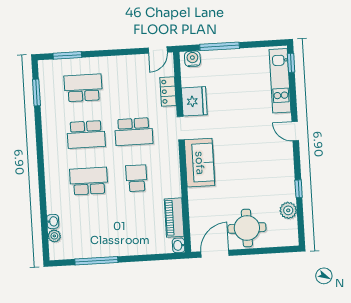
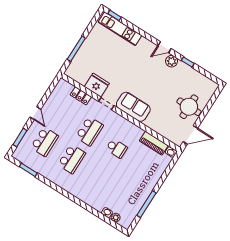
door: (158, 50) -> (35, 113), moved
water cooler: (192, 59) -> (72, 69), removed
school desk: (83, 88) -> (45, 142), turned 180
door: (295, 131) -> (164, 47), moved
school desk: (136, 178) -> (117, 148), turned 180
school desk: (89, 181) -> (99, 176), removed
plant: (288, 210) -> (172, 61), moved
door: (215, 254) -> (190, 135), swing flipped

